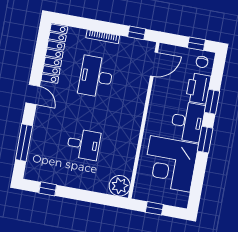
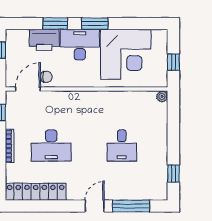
chair: (202, 62) -> (46, 77), moved
door: (154, 64) -> (28, 89), hinge flipped
door: (33, 95) -> (95, 206), moved
desk: (84, 144) -> (122, 146), turned 180
plant: (120, 186) -> (162, 96), width x0.53, depth x0.53

